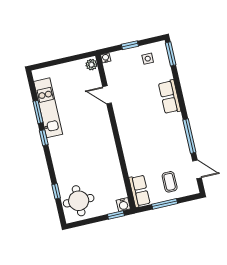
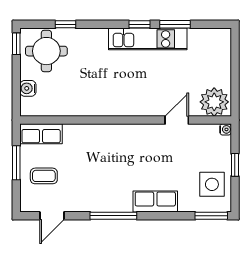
side table: (148, 59) -> (212, 184), width x1.87, depth x1.87
plant: (91, 65) -> (214, 102), width x1.87, depth x1.87
kitchen unit: (48, 108) -> (148, 39), moved
window: (189, 136) -> (113, 216), moved
water cooler: (123, 205) -> (28, 88), moved
window: (116, 215) -> (16, 44), moved

